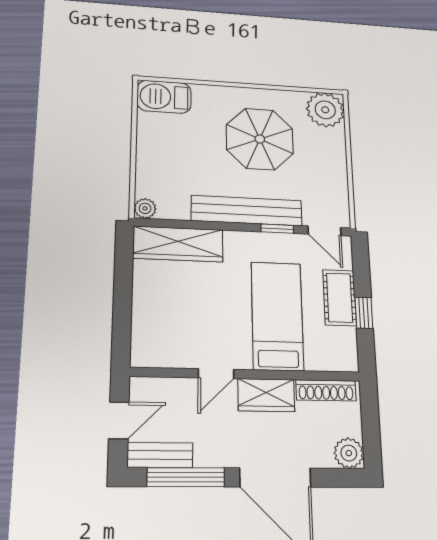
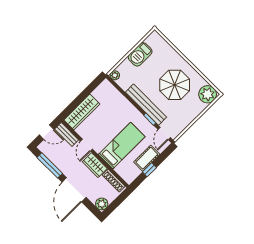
barbecue: (164, 97) -> (140, 54), moved, turned -90
wardrobe: (178, 244) -> (82, 112), moved, turned -90
door: (216, 374) -> (86, 145), hinge flipped
bench: (160, 455) -> (67, 134), moved

